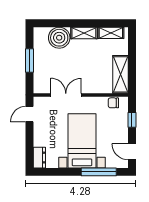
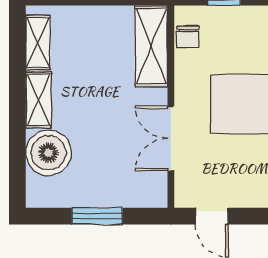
shelving: (120, 74) -> (151, 46), moved, turned 90

